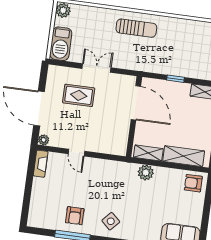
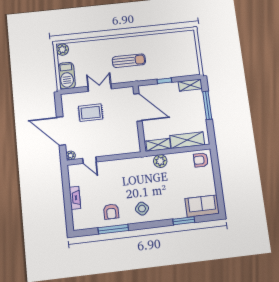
sun lounger: (136, 28) -> (129, 61), moved
door: (76, 153) -> (89, 160), moved
fireplace: (41, 164) -> (75, 198), moved

